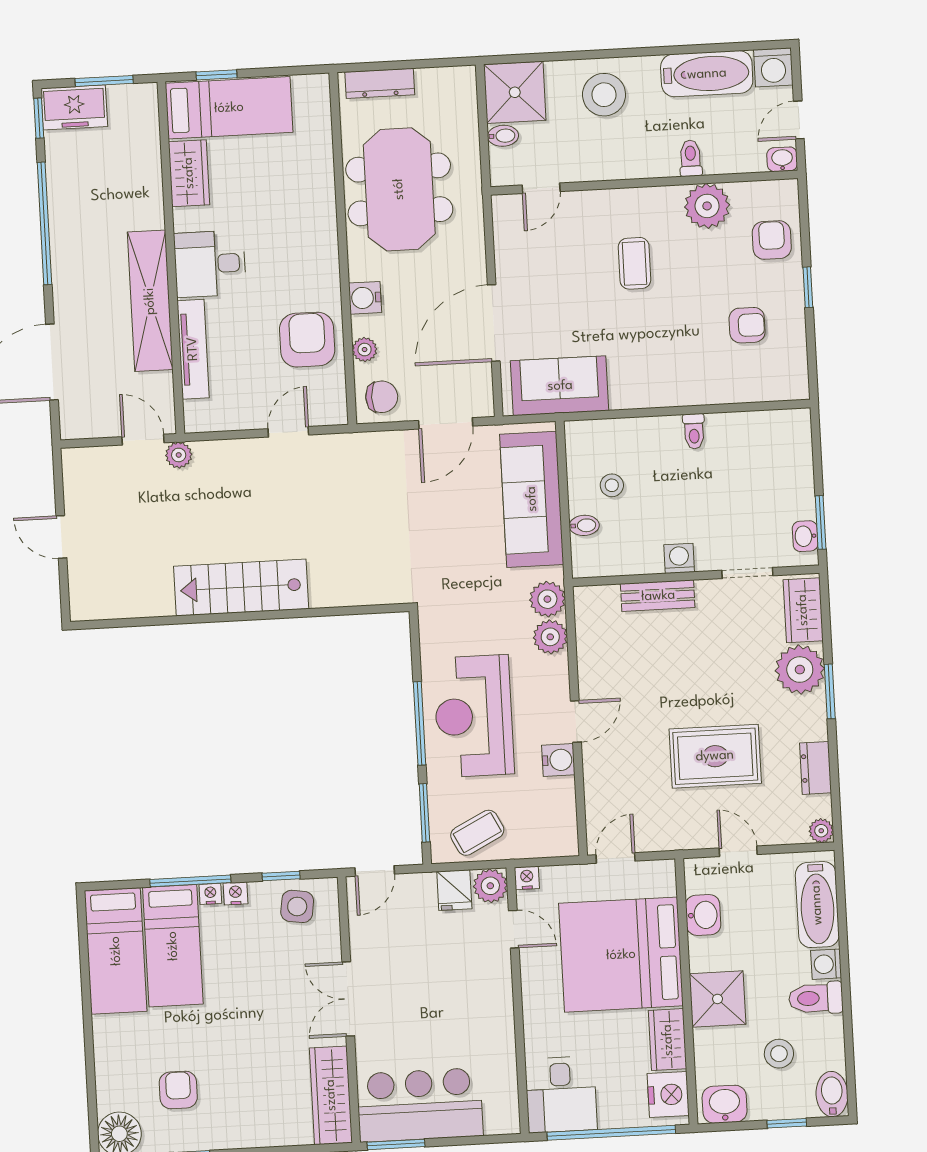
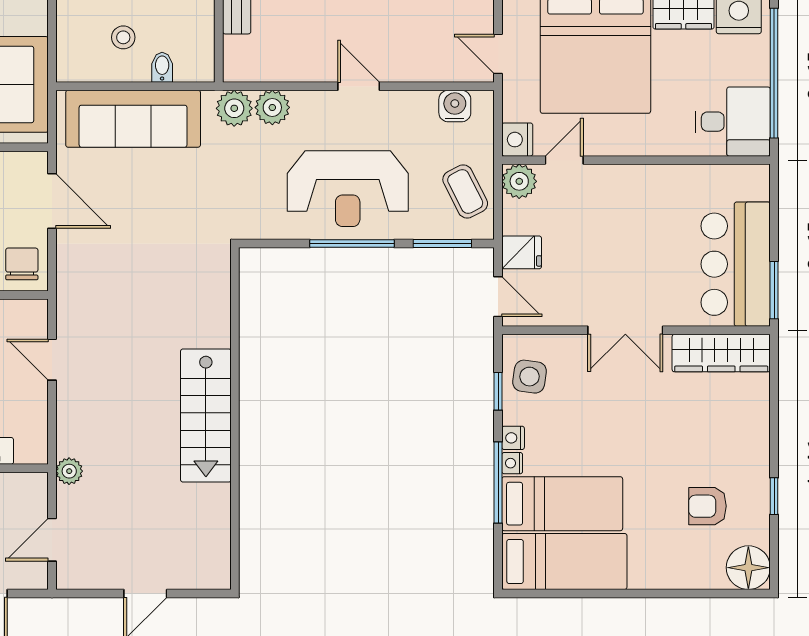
door: (143, 440) -> (52, 540), moved
water cooler: (558, 760) -> (455, 106), moved
nightstand: (527, 878) -> (517, 140), width x1.39, depth x1.35
fridge: (454, 890) -> (522, 252), moved

